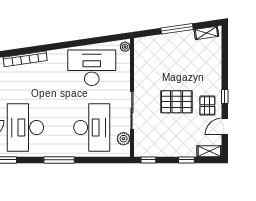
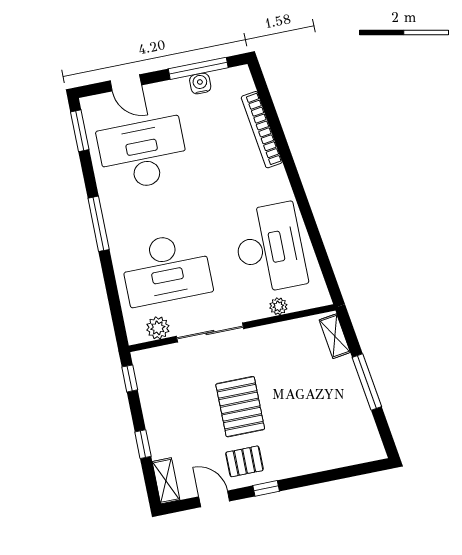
shelving: (206, 33) -> (335, 336), moved
plant: (125, 47) -> (278, 306), moved

